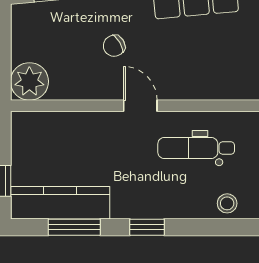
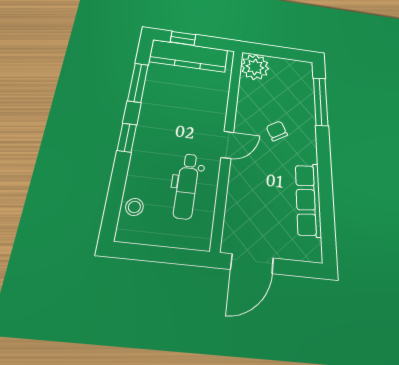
dental chair: (196, 148) -> (187, 186), turned 180
kitchen counter: (60, 203) -> (189, 56), moved, turned 90

